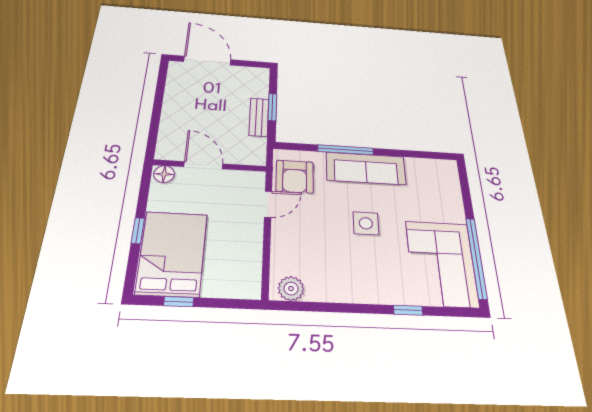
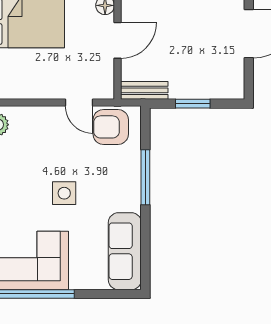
bench: (259, 117) -> (144, 90), moved
sofa: (366, 168) -> (125, 251), moved

